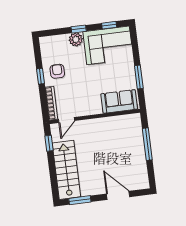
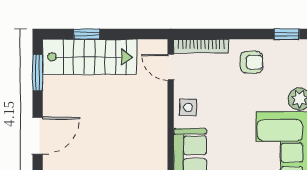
window: (41, 76) -> (287, 34), moved
side table: (89, 106) -> (188, 107), added
window: (49, 143) -> (87, 34), moved

